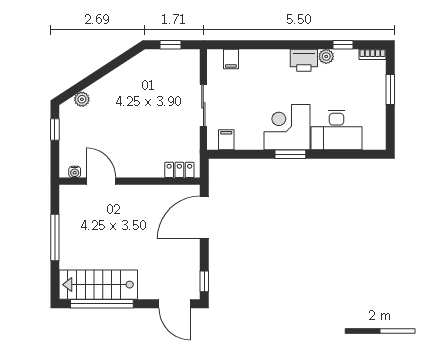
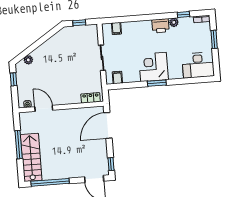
desk: (337, 130) -> (198, 65), moved
stairs: (98, 285) -> (31, 157), moved, turned 90

